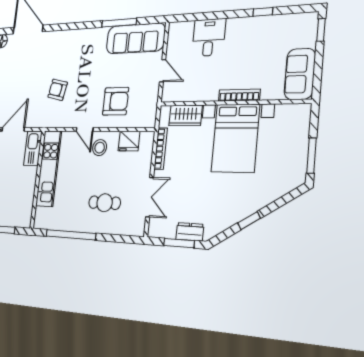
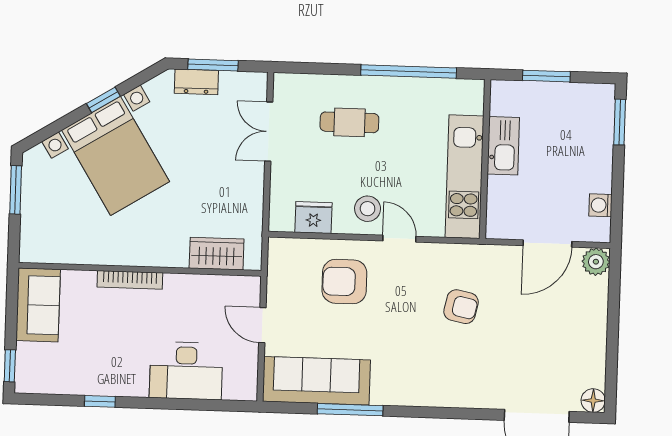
desk: (209, 37) -> (186, 371), width x1.37
bed with nightstands: (235, 138) -> (116, 156), moved, turned 148
kitchen sink: (33, 148) -> (503, 146), moved
bookcase: (161, 149) -> (256, 205), removed

